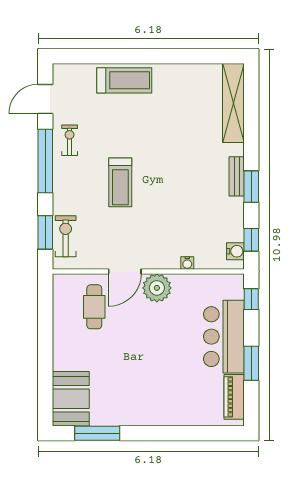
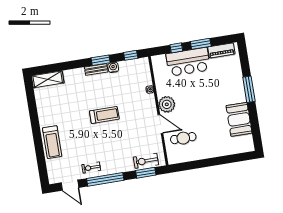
treadmill: (124, 80) -> (52, 142), turned 180
shelving: (233, 103) -> (48, 79), width x0.68
treadmill: (120, 182) -> (104, 115), moved
water cooler: (235, 251) -> (113, 67), moved
window: (251, 299) -> (176, 48), moved
booth: (71, 399) -> (239, 119), moved, turned 90
window: (97, 433) -> (249, 89), moved

